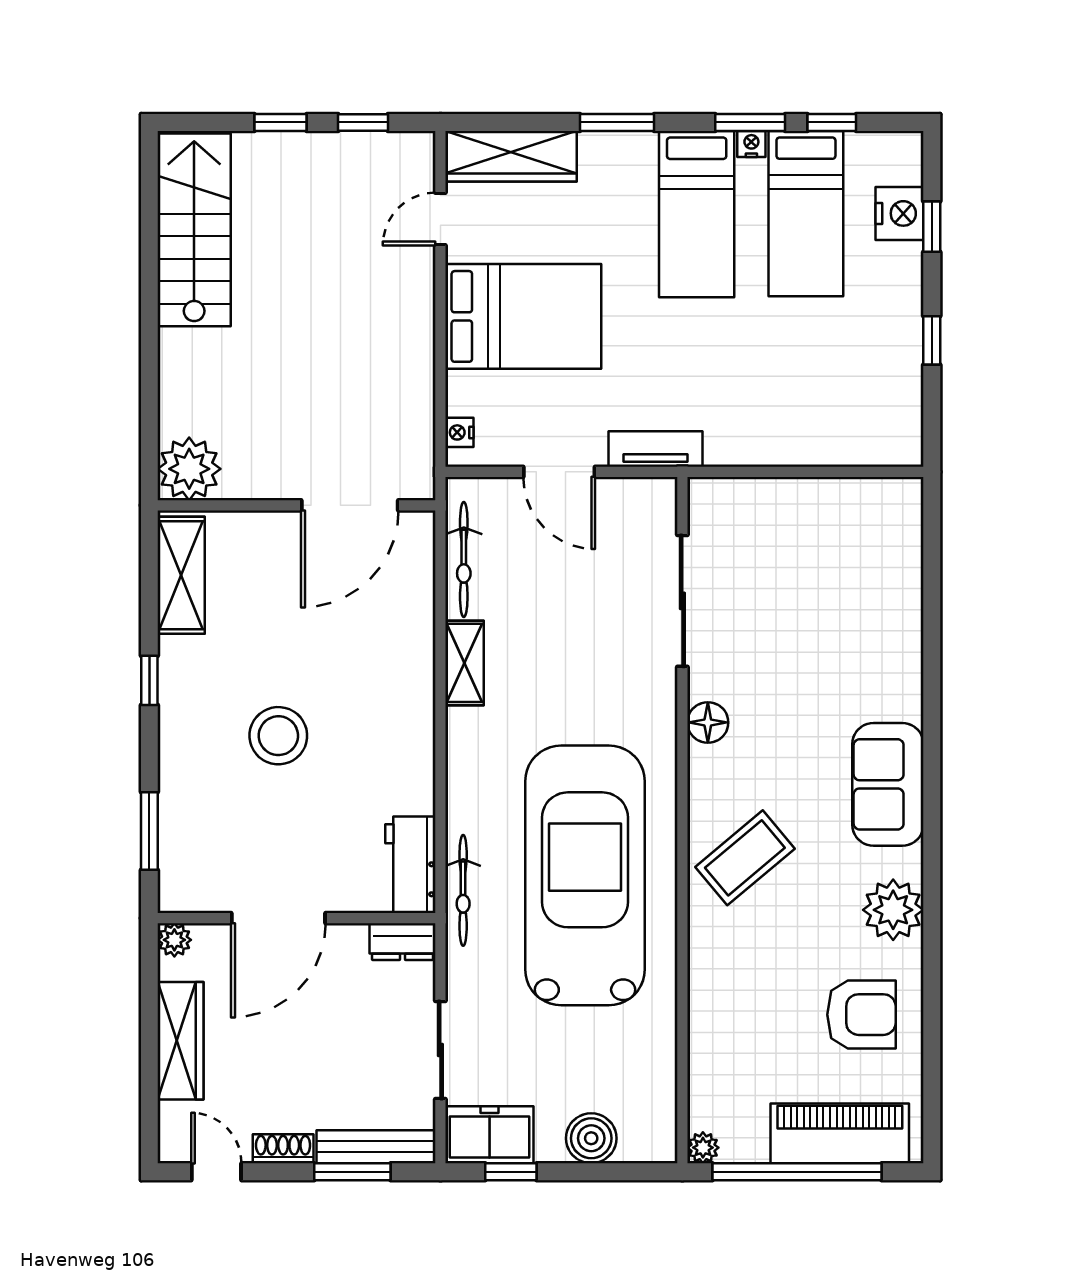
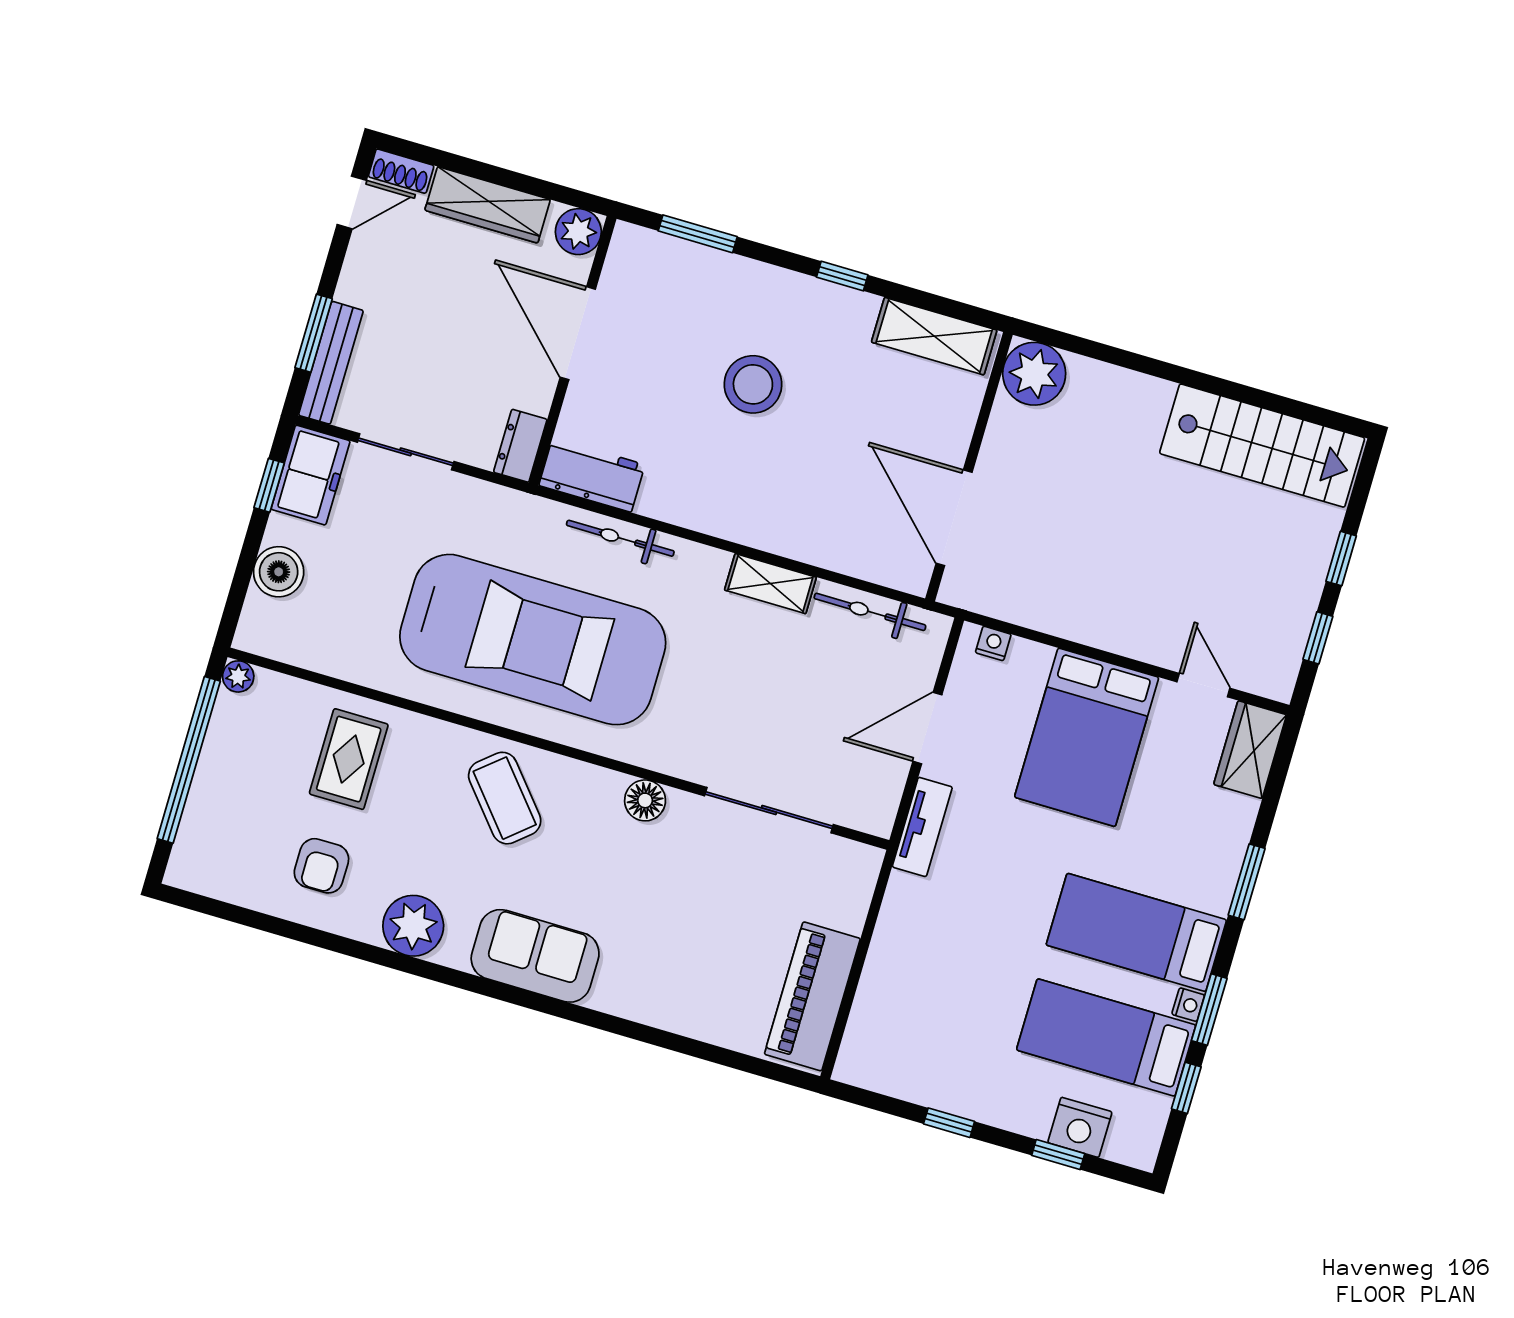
wardrobe: (511, 156) -> (1250, 750), width x0.67
bicycle: (463, 890) -> (620, 538), moved
plant: (174, 940) -> (578, 232), width x1.38, depth x1.38
armchair: (861, 1015) -> (321, 866), width x0.72, depth x0.72
rug: (751, 1018) -> (349, 759), added
piano: (840, 1133) -> (812, 996), moved, turned 180
shoe rack: (283, 1149) -> (401, 171), moved, turned 90

